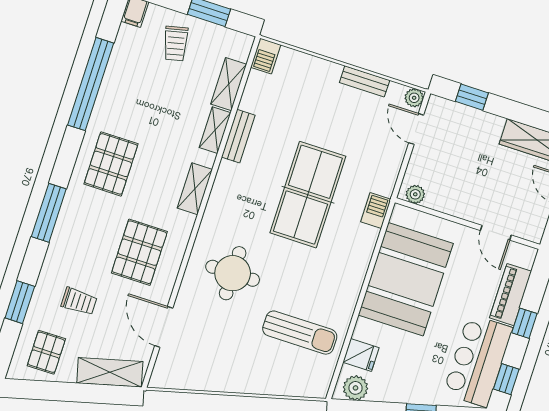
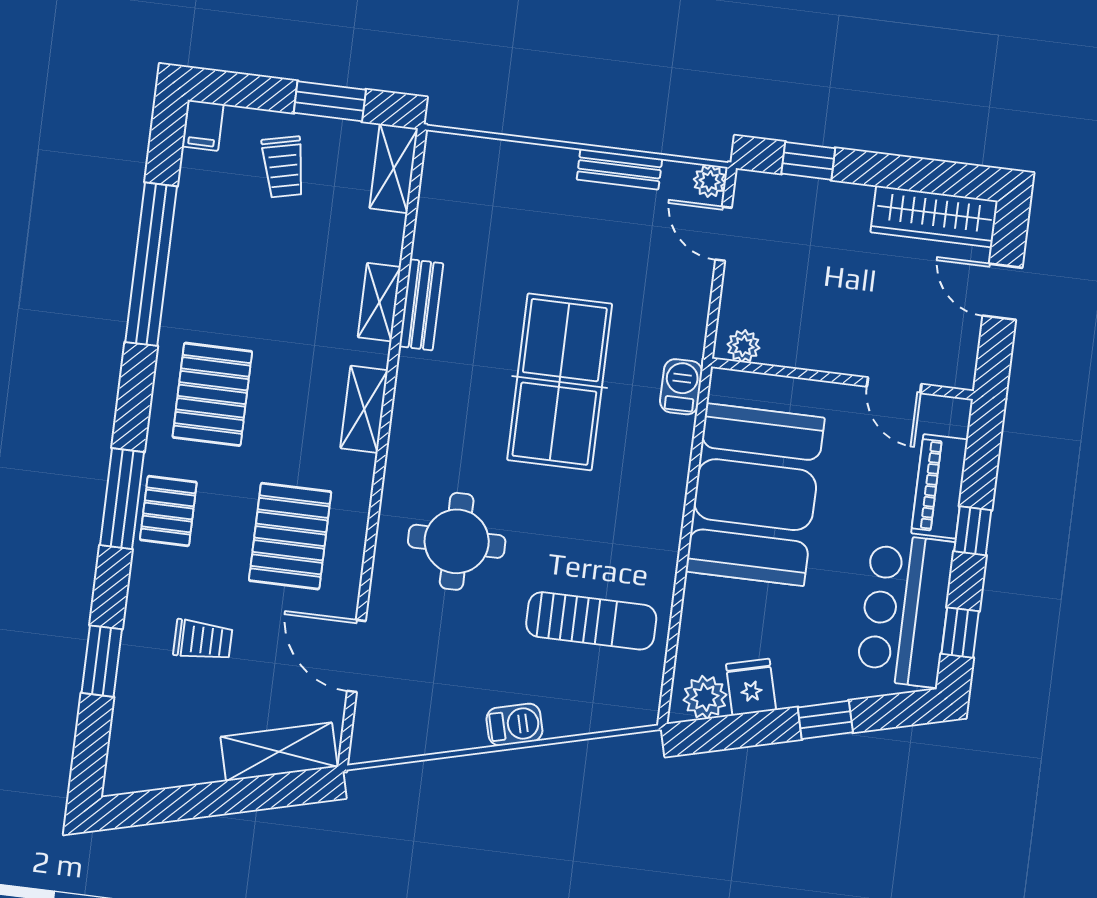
barbecue: (266, 56) -> (514, 725), moved, turned -104
shelving: (229, 84) -> (394, 168), moved
pallet: (46, 352) -> (168, 511), moved
fridge: (361, 355) -> (751, 687), moved, turned -104

